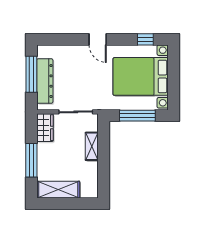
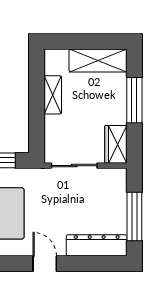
dresser: (45, 81) -> (97, 245), moved, turned 90
shelving: (92, 146) -> (53, 95), moved

